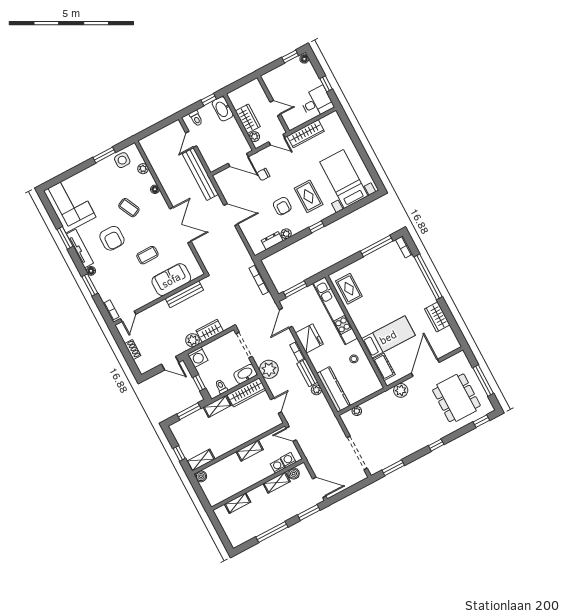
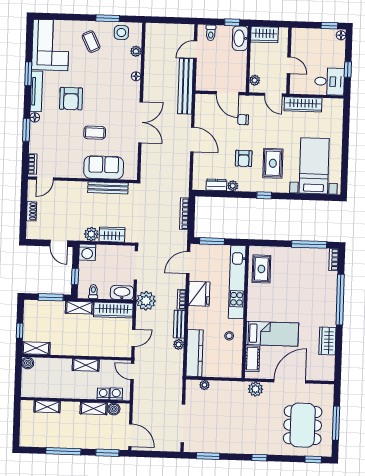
wardrobe: (248, 119) -> (264, 35), moved, turned 90
coffee table: (129, 208) -> (91, 42), moved

